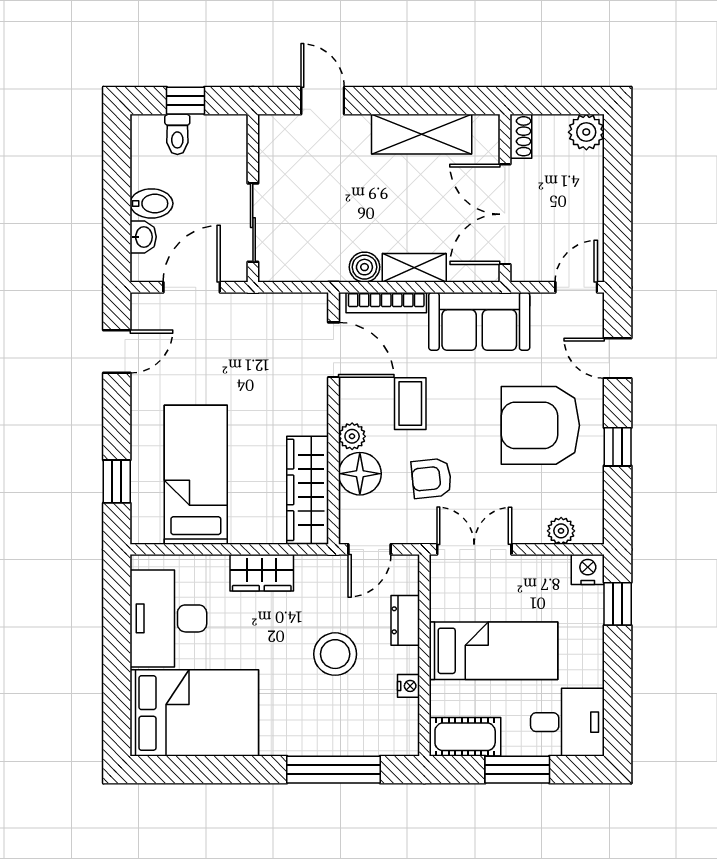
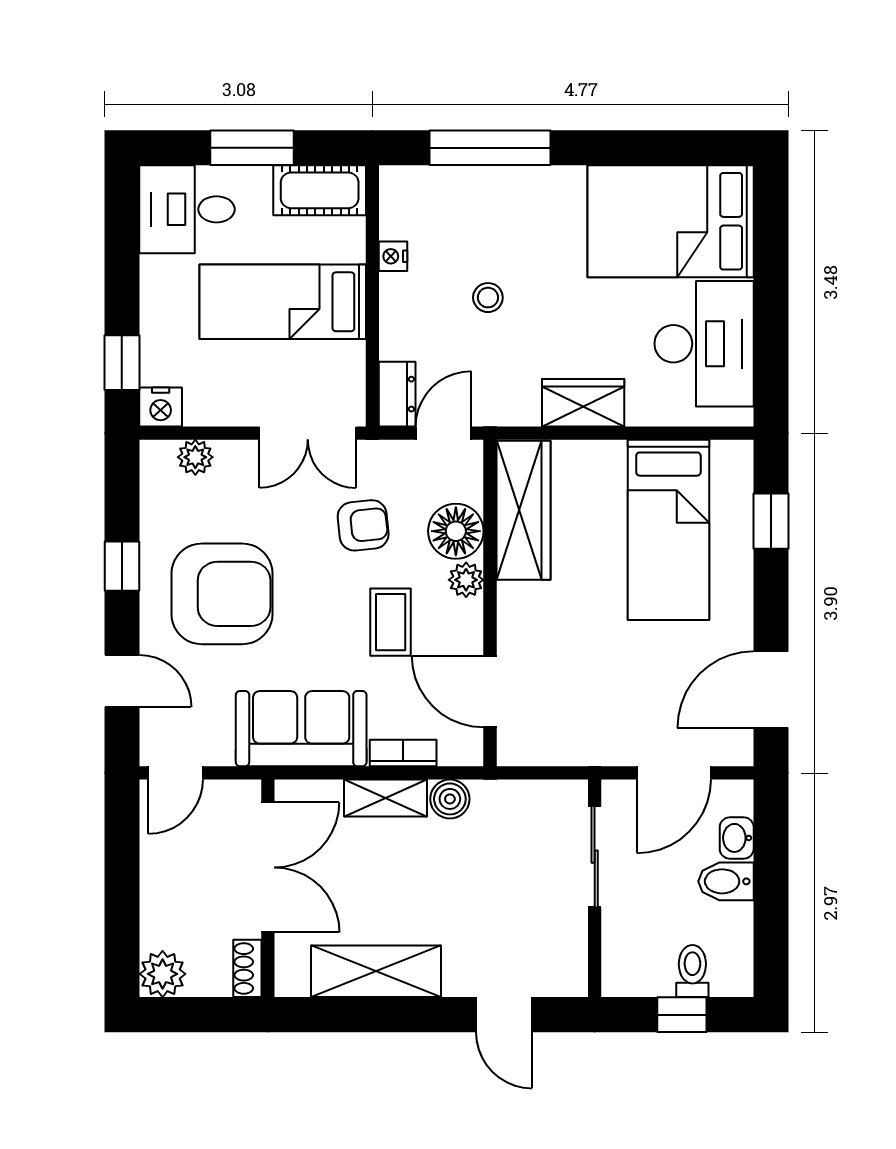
bookcase: (386, 303) -> (403, 753), width x0.64
door: (117, 352) -> (771, 689), width x1.38
dresser: (405, 620) -> (397, 394), moved
stool: (335, 654) -> (488, 298), width x0.53, depth x0.53

